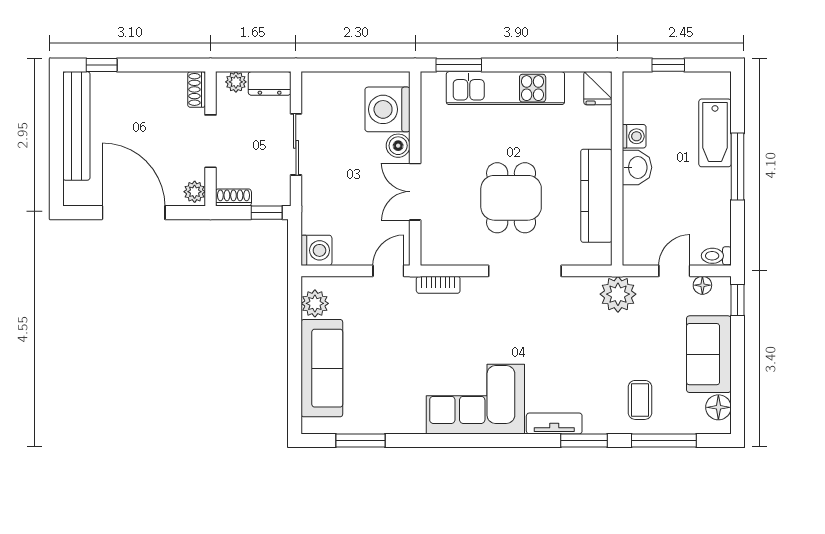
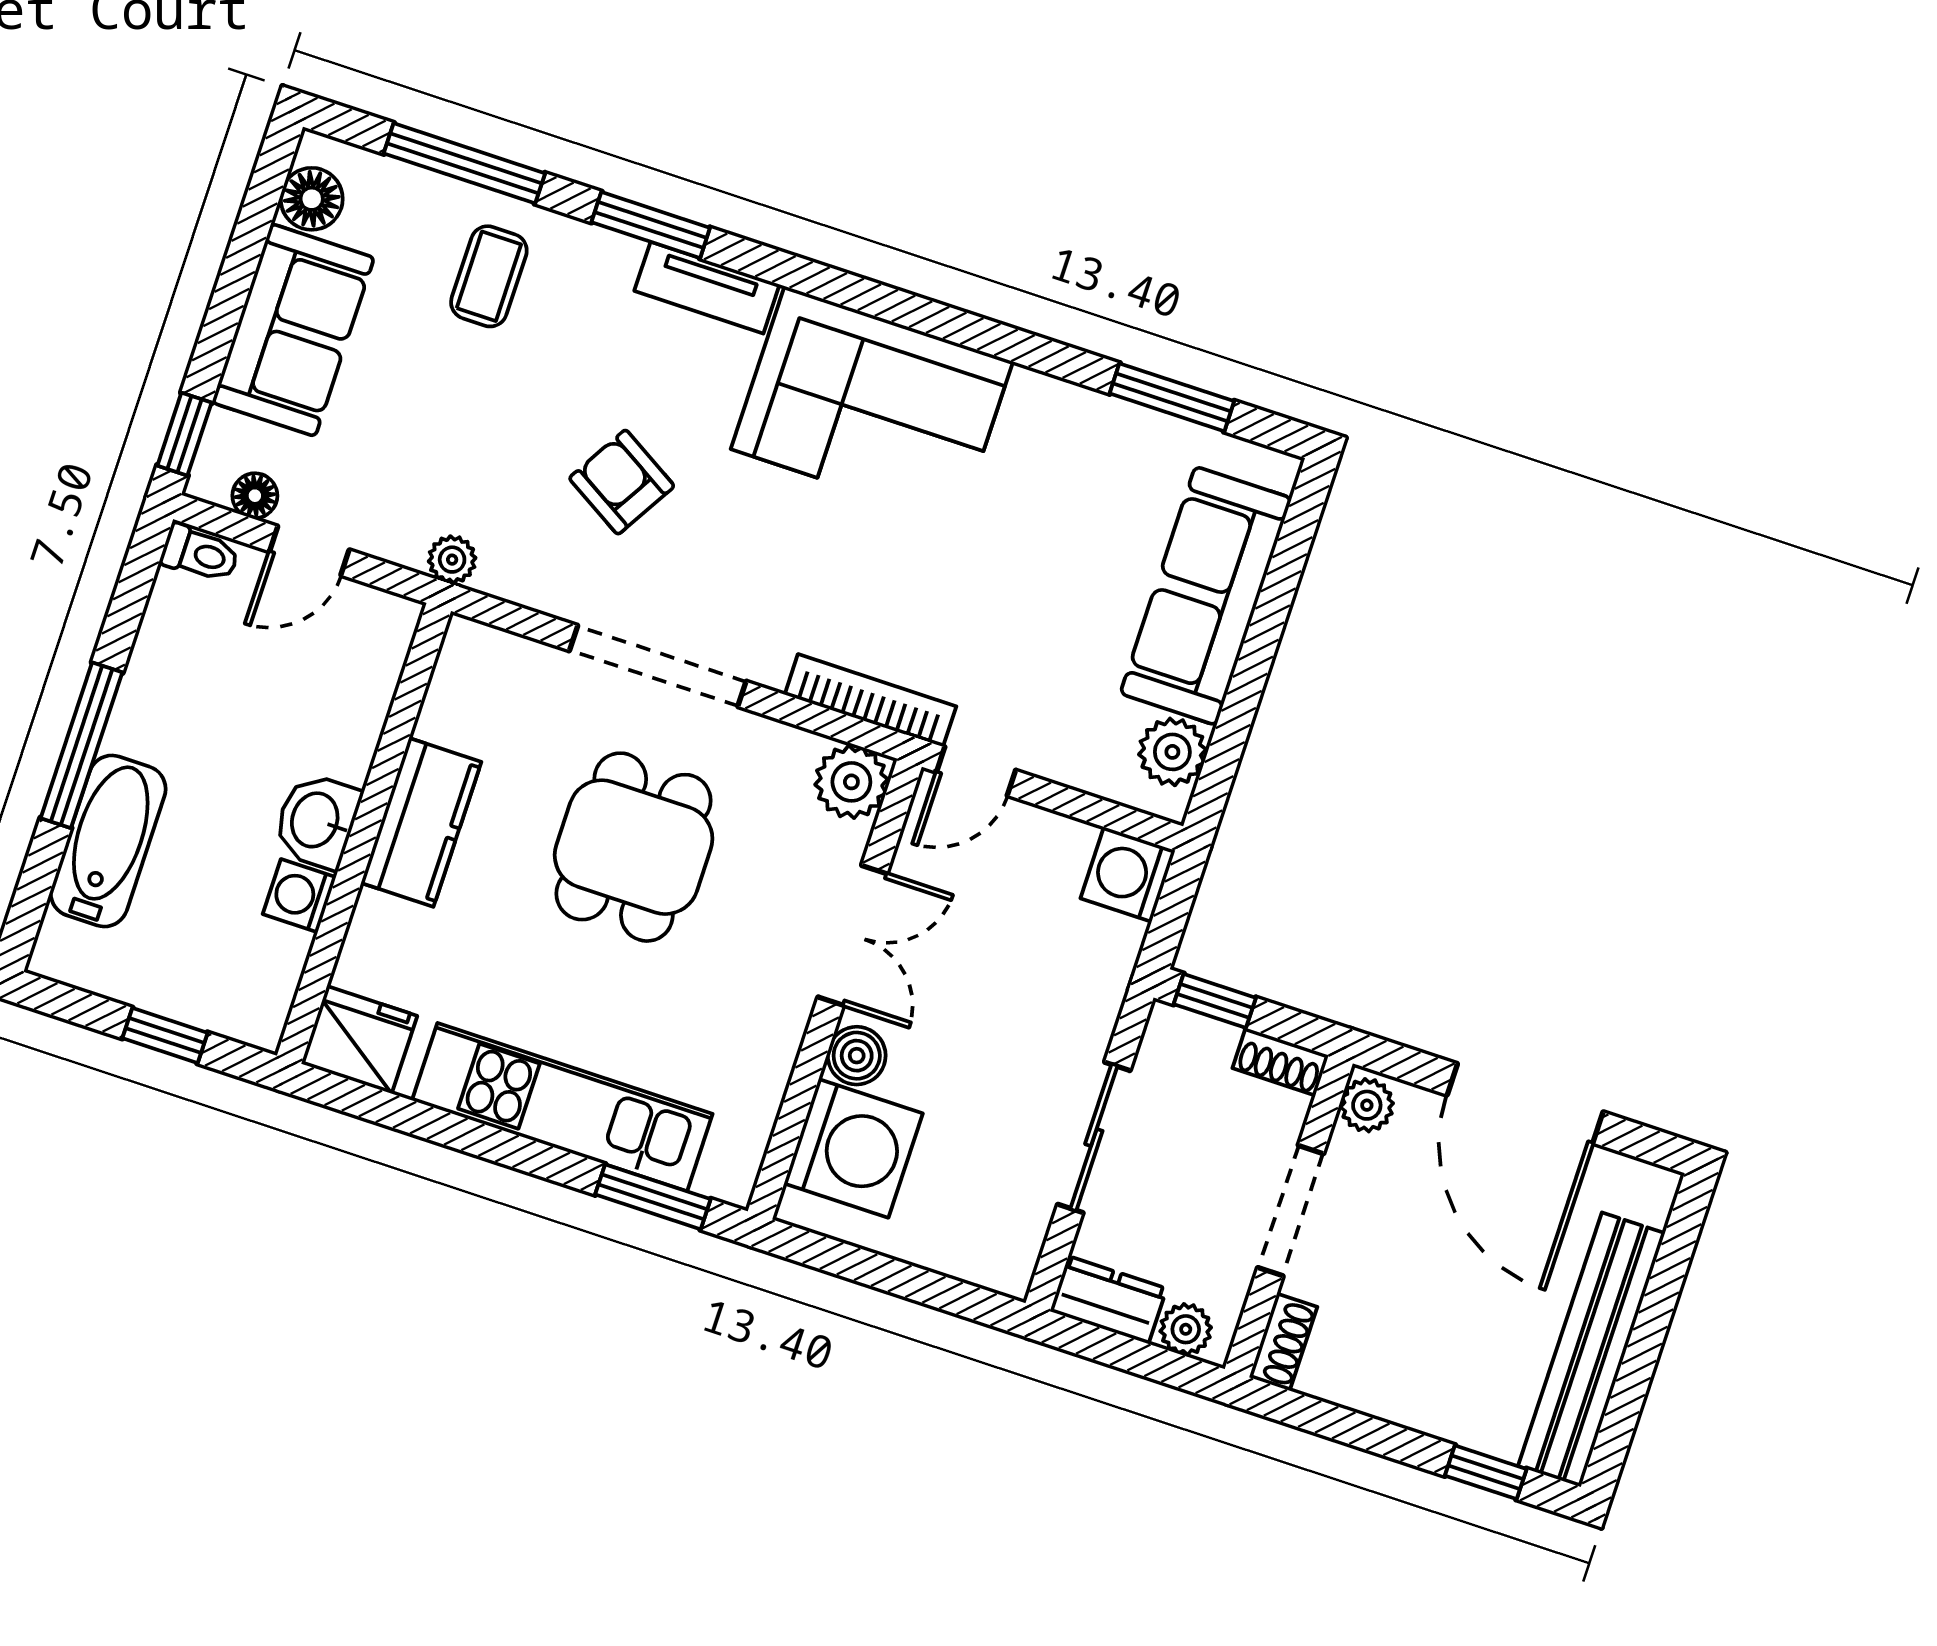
fridge: (598, 88) -> (359, 1040), width x1.38
kitchen counter: (596, 196) -> (421, 822), width x0.67
plant: (435, 251) -> (851, 782), added
bookcase: (438, 285) -> (870, 700), width x1.56
plant: (618, 294) -> (452, 560), width x0.53, depth x0.53
armchair: (562, 337) -> (622, 482), added

